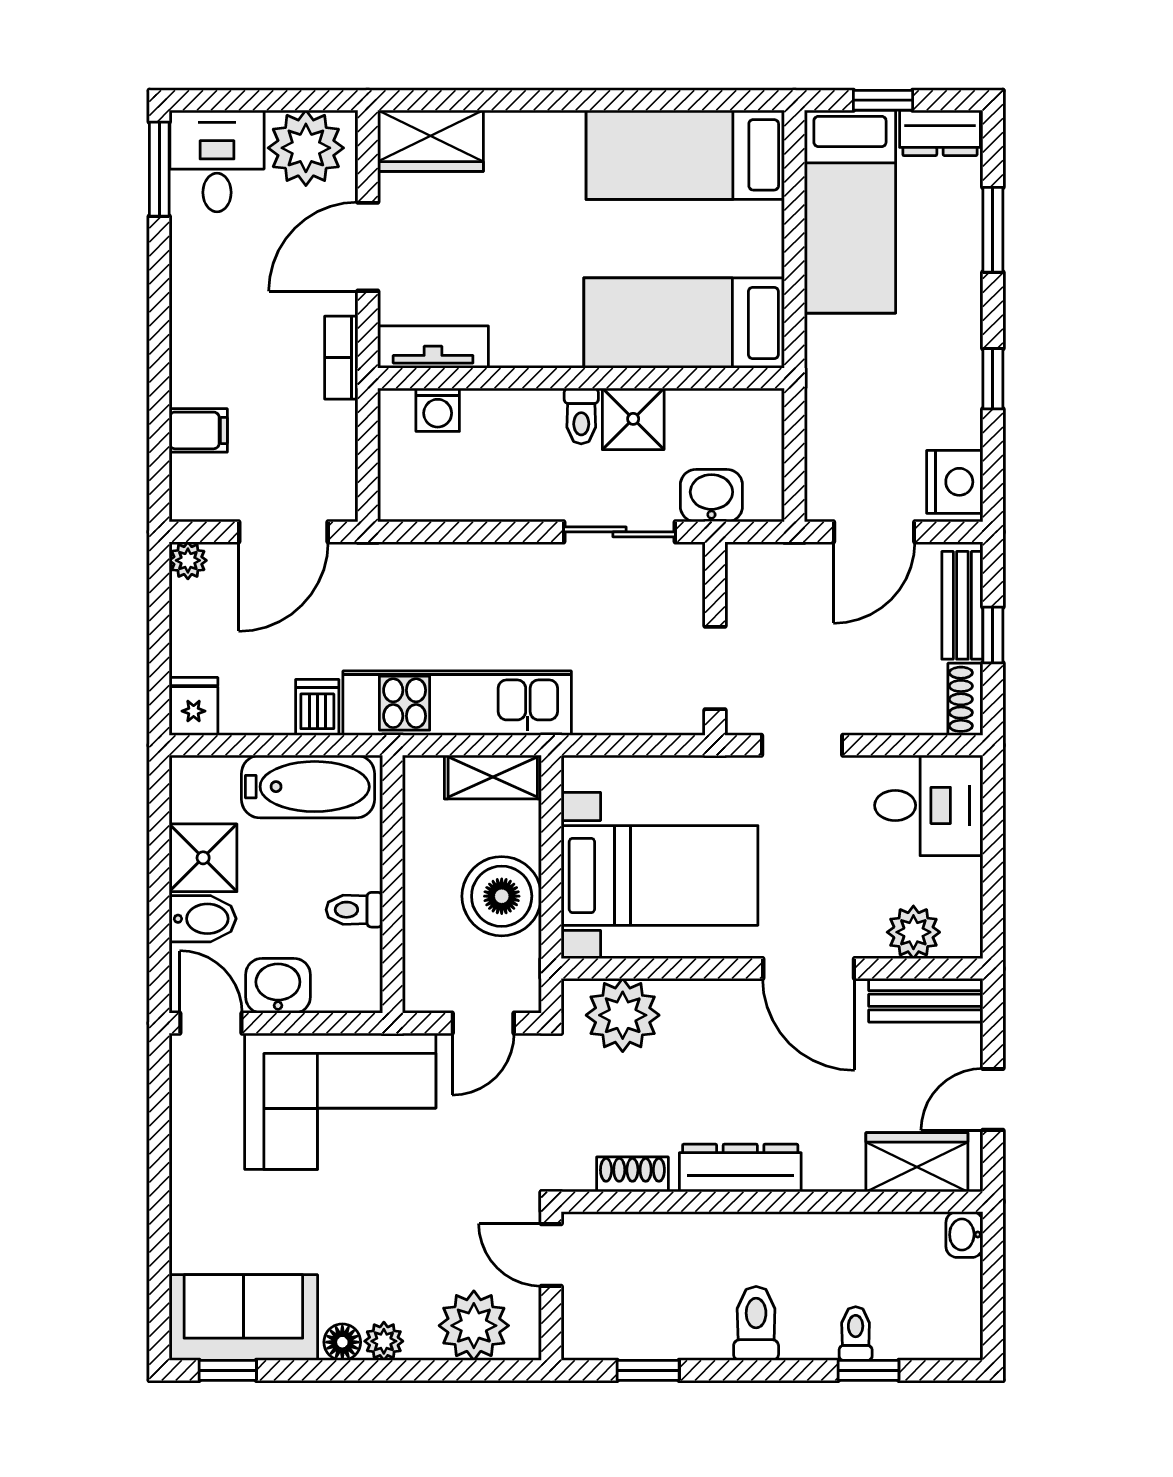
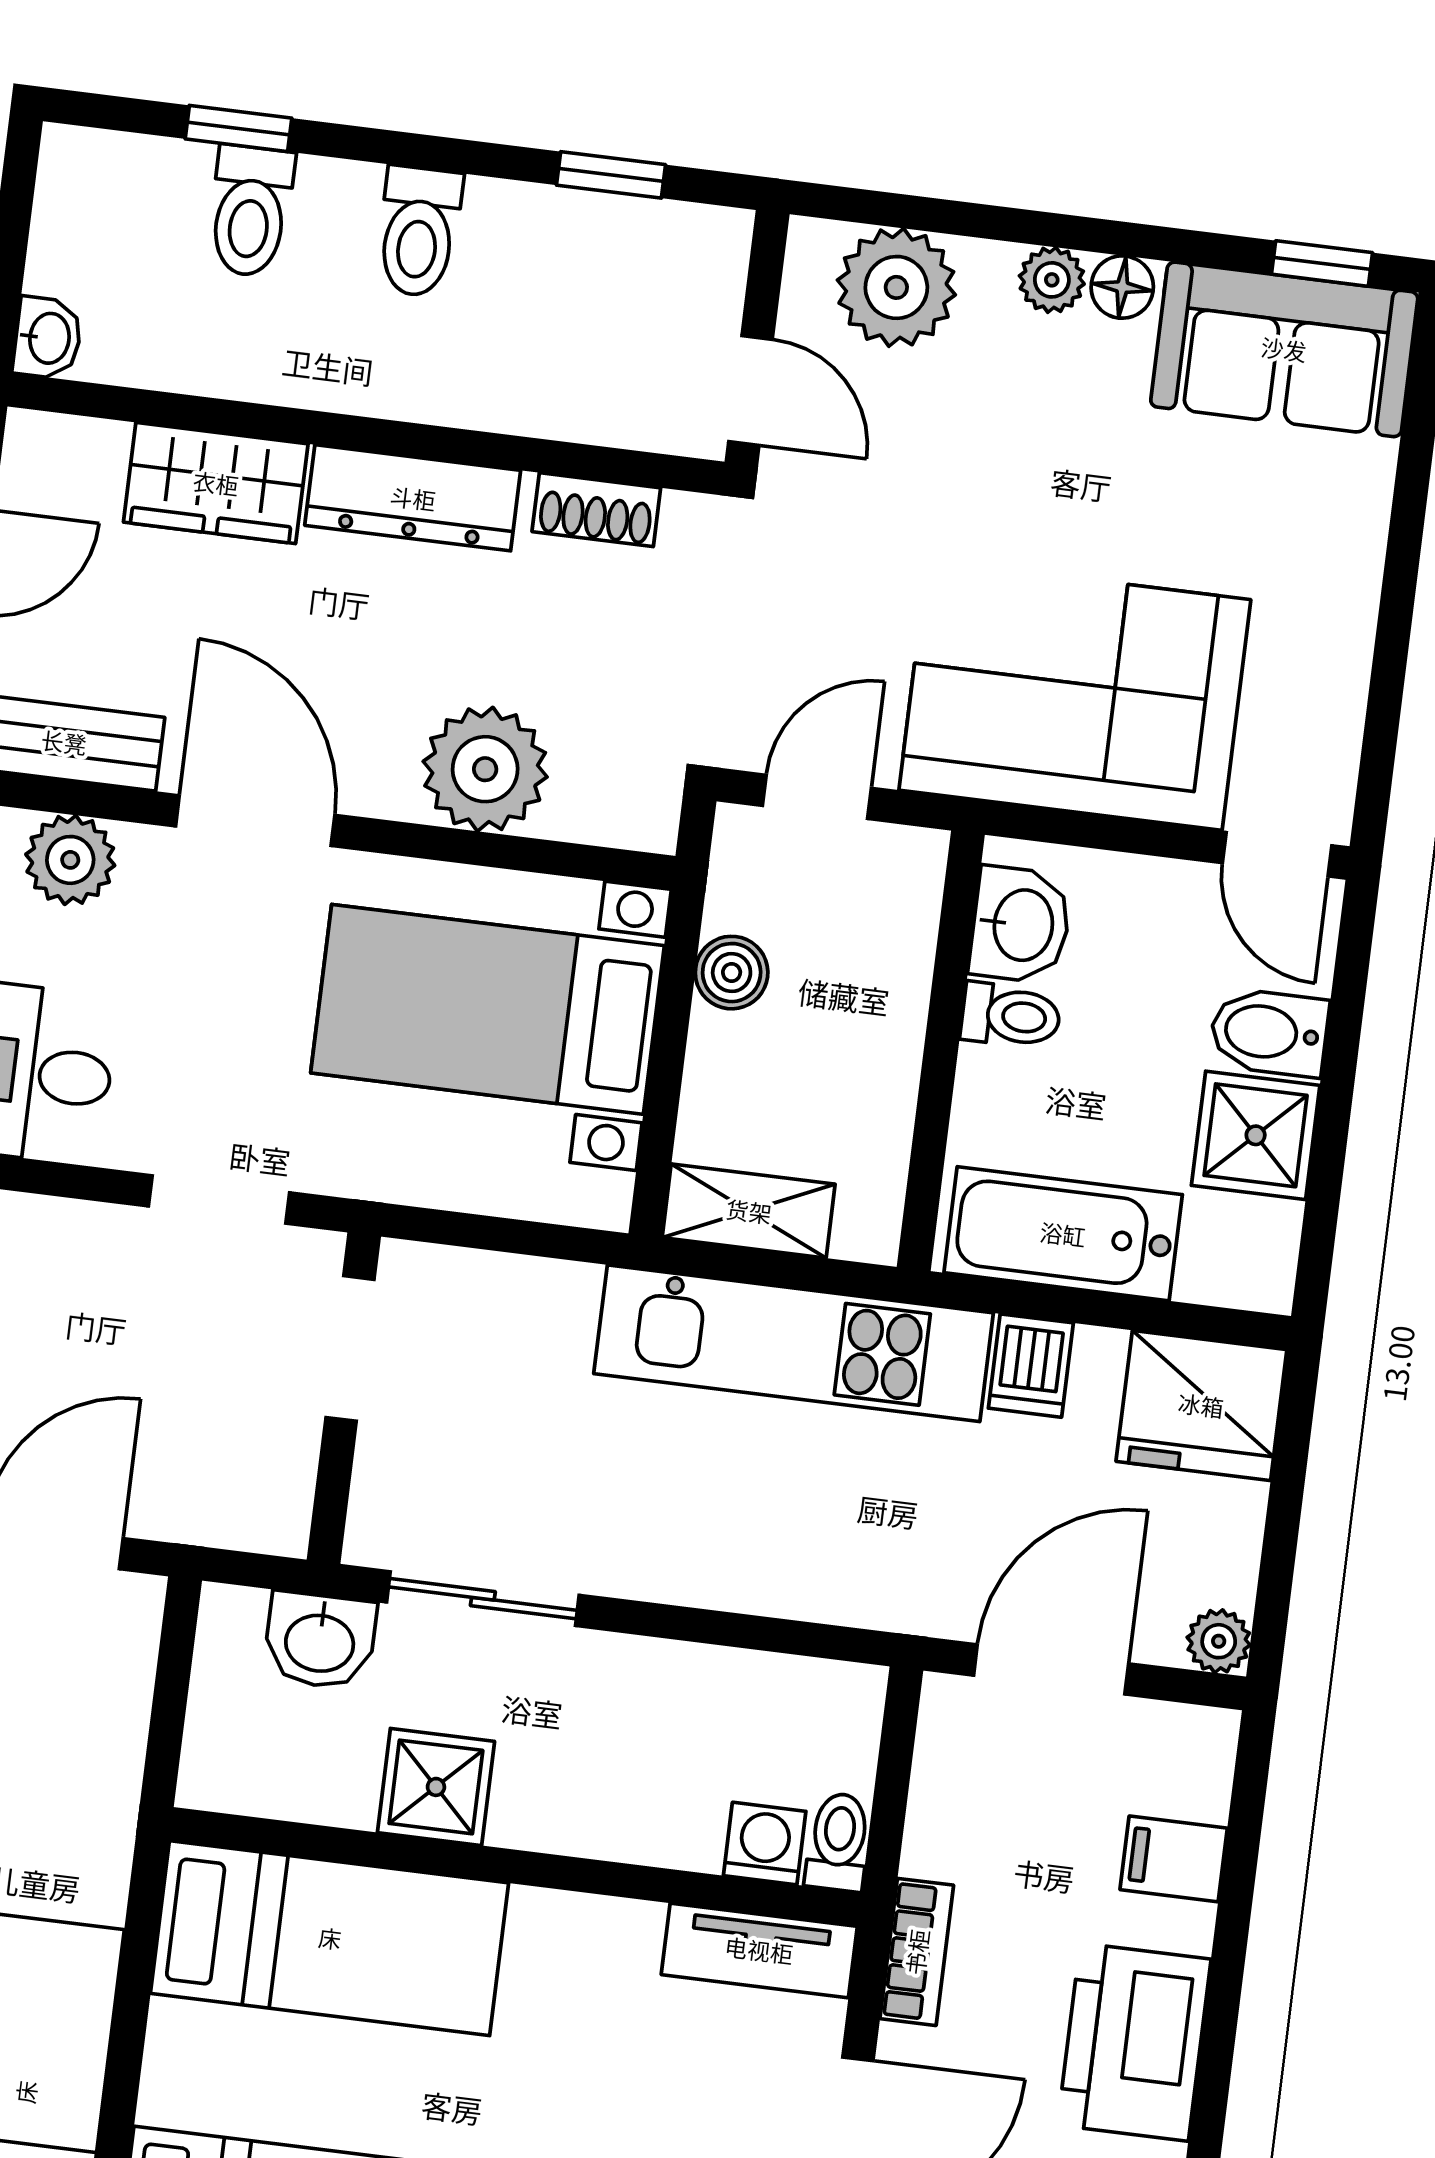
printer: (208, 321) -> (1134, 2042), added
toilet: (581, 416) -> (838, 1842), moved
fridge: (194, 706) -> (1201, 1405), width x1.88, depth x1.34
boiler: (502, 896) -> (732, 973), width x0.54, depth x0.54
washbasin: (278, 986) -> (1021, 925), moved, turned -90
plant: (623, 1015) -> (485, 769), moved
wardrobe: (917, 1162) -> (216, 483), moved
toilet: (856, 1334) -> (250, 211), width x1.37, depth x1.39

